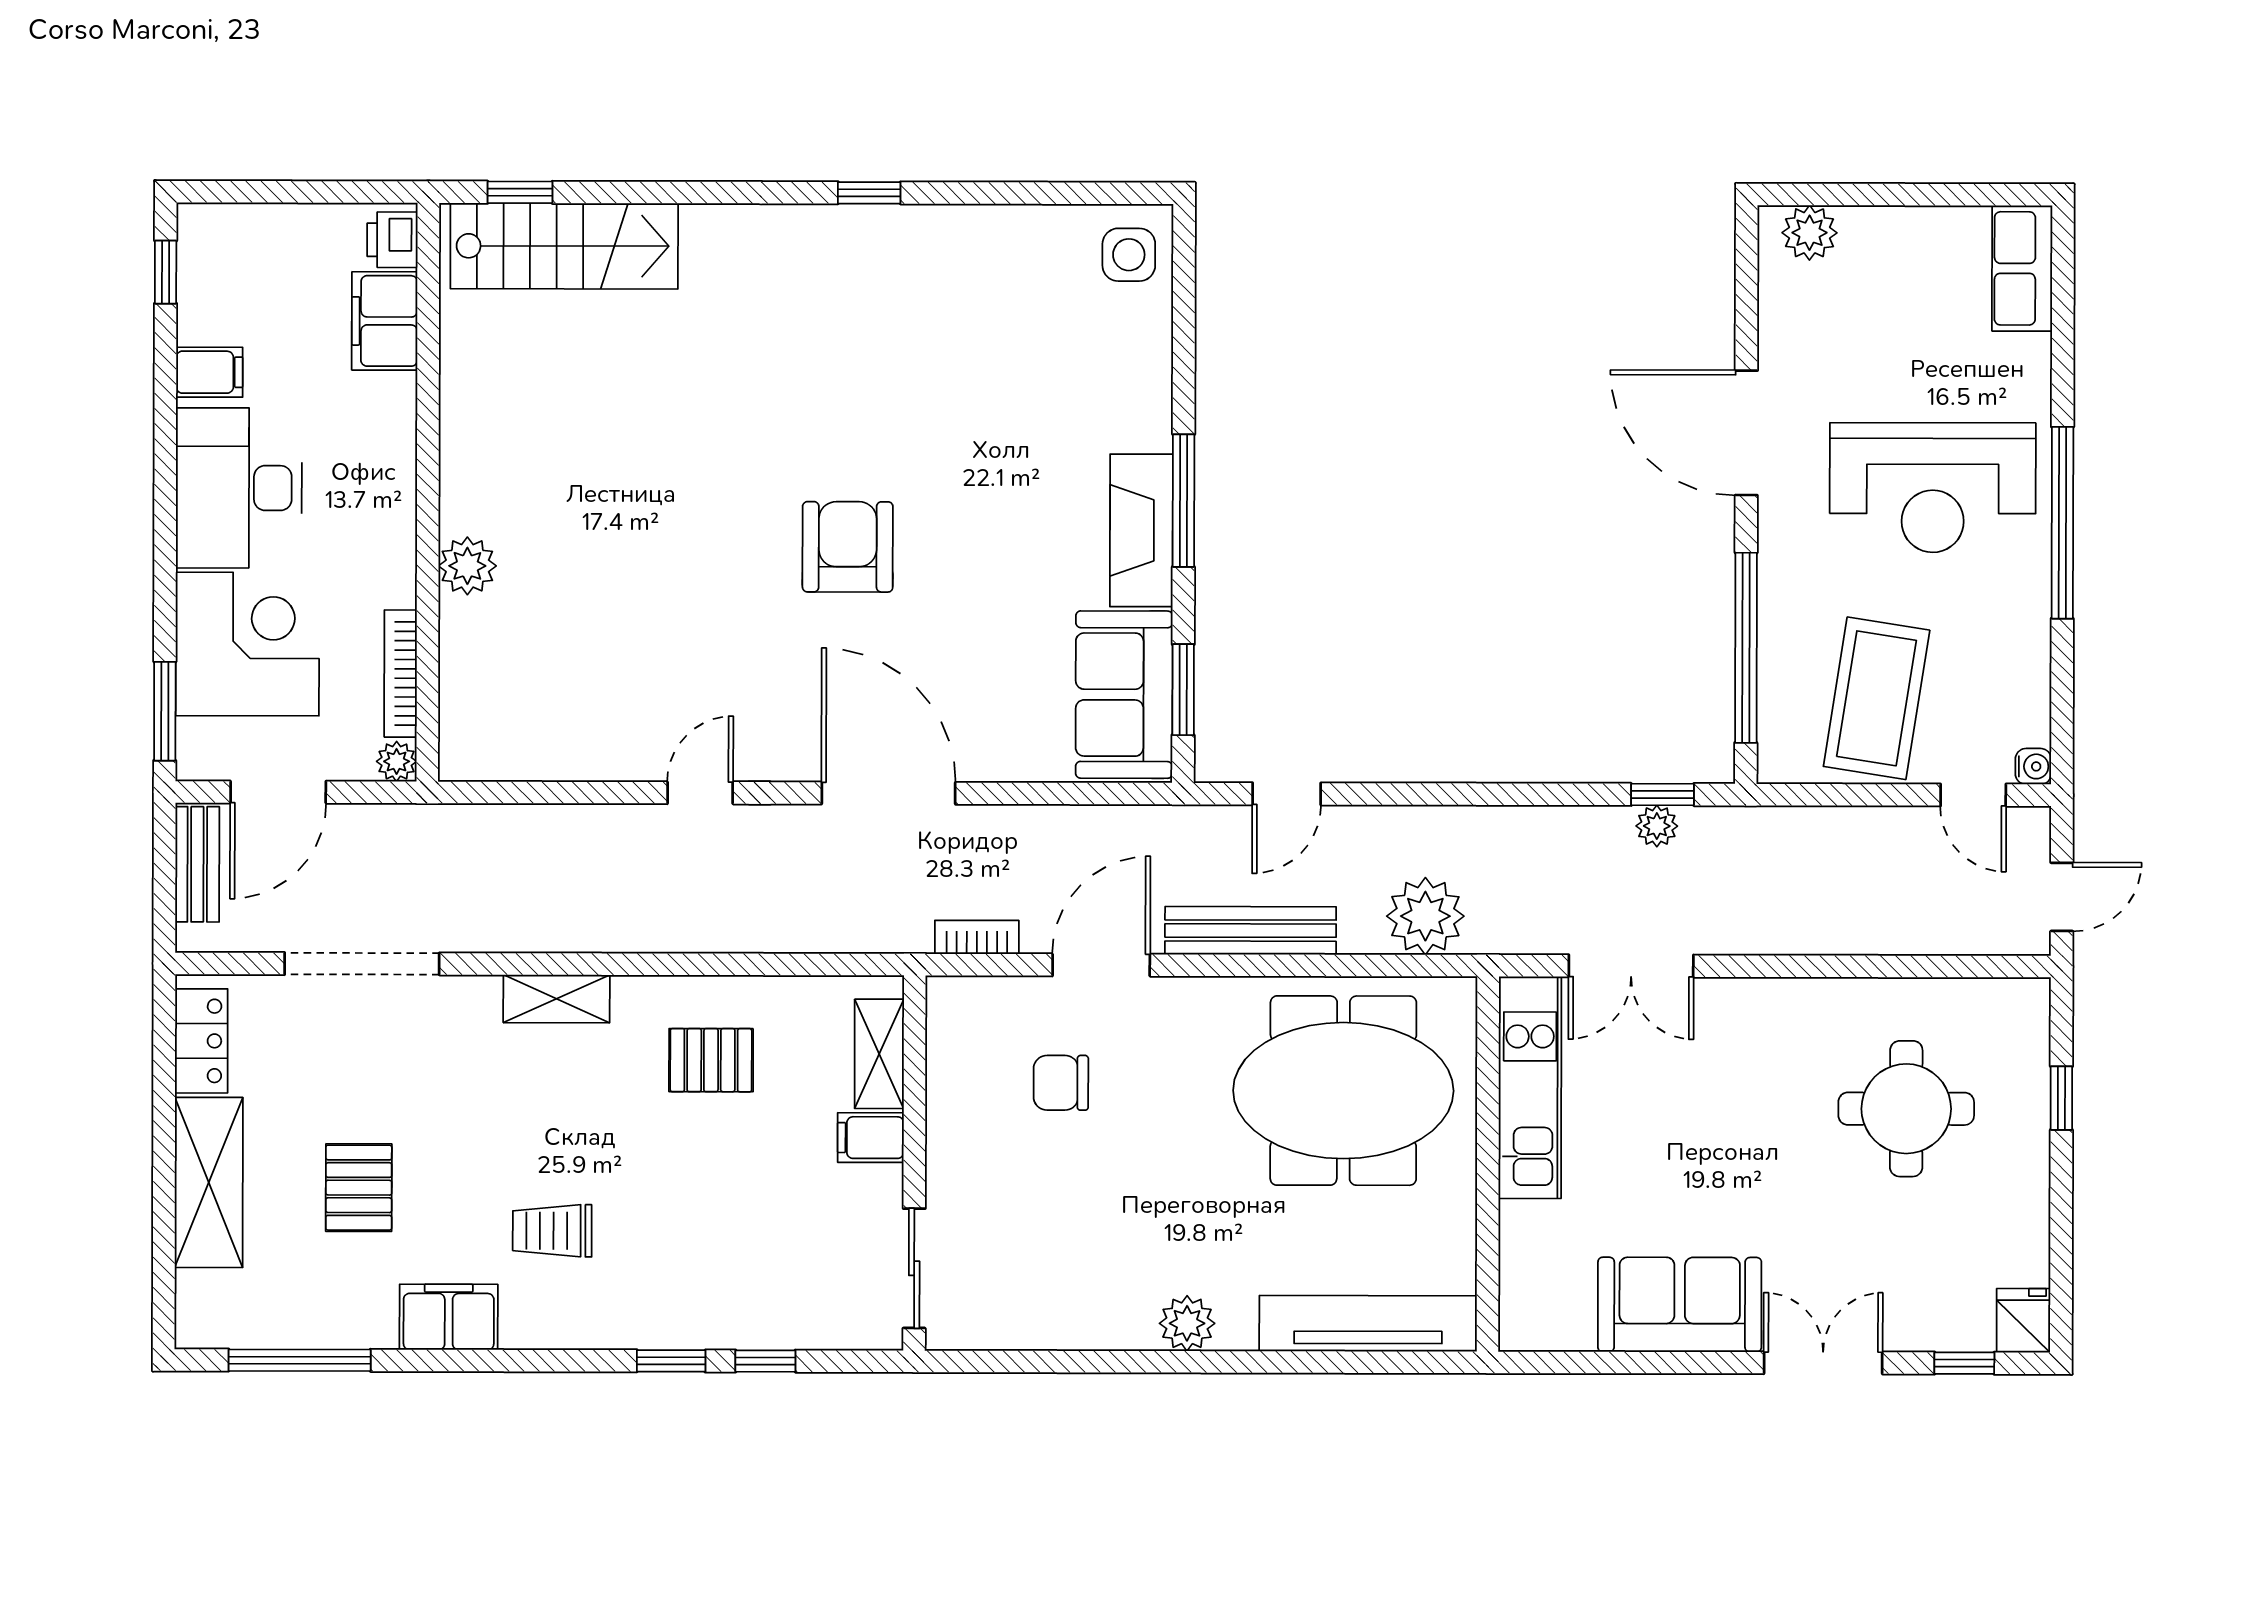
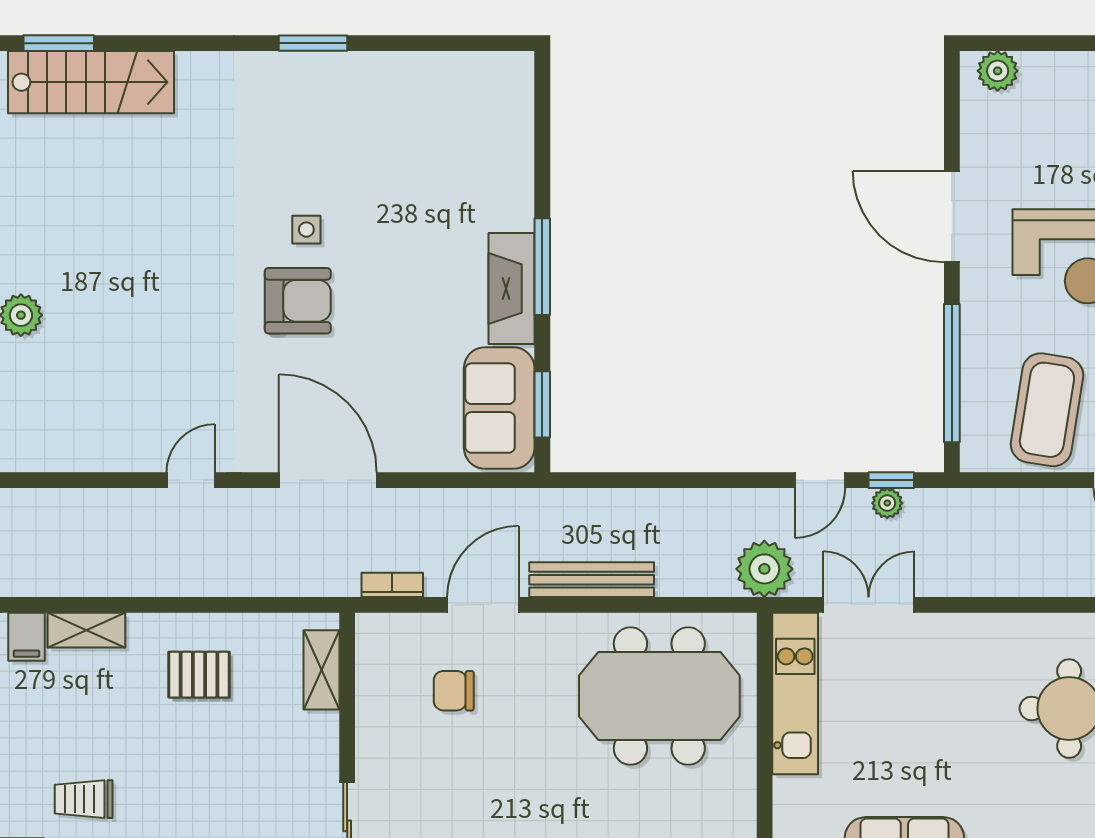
window: (520, 192) -> (59, 43), width x1.50
window: (869, 193) -> (313, 43), width x1.50
side table: (1129, 255) -> (306, 230), moved, width x0.73, depth x0.73
armchair: (848, 547) -> (298, 301), turned 90
door: (1287, 794) -> (820, 480), moved
plant: (1425, 916) -> (764, 569), moved
double door: (1631, 966) -> (869, 605), swing flipped
filing cabinet: (871, 1138) -> (26, 637), moved, turned -90

